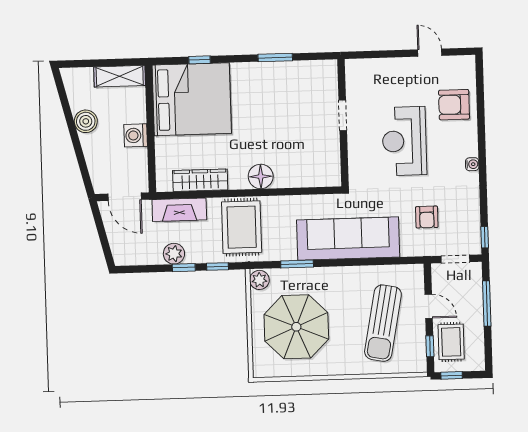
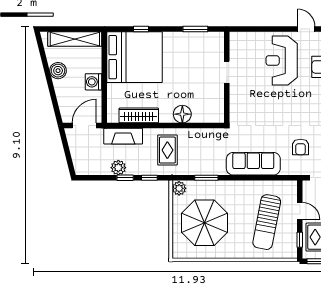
shelving: (120, 76) -> (75, 39), width x1.47
doorway: (343, 115) -> (227, 72), moved
wall: (343, 123) -> (227, 77), moved
reception desk: (404, 141) -> (282, 60), moved
door: (125, 197) -> (84, 126), swing flipped
rug: (242, 227) -> (167, 150), width x0.73, depth x0.70
sofa: (348, 239) -> (253, 164), width x0.74, depth x0.79

